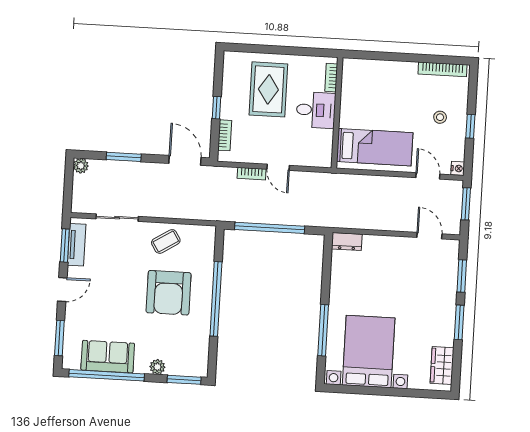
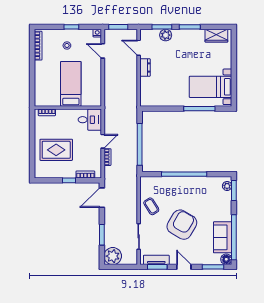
desk: (316, 110) -> (90, 120), moved, turned 90
bed: (375, 147) -> (71, 84), moved
plant: (81, 166) -> (113, 256), width x1.88, depth x1.88
door: (428, 176) -> (103, 51), hinge flipped
door: (429, 236) -> (139, 48), hinge flipped
dresser: (347, 242) -> (145, 68), moved
plant: (448, 282) -> (166, 35), added
armchair: (169, 293) -> (182, 225), moved, turned -60
bed with nightstands: (369, 352) -> (211, 87), width x0.73
floor lamp: (71, 361) -> (226, 259), added
plant: (157, 367) -> (227, 186), moved

